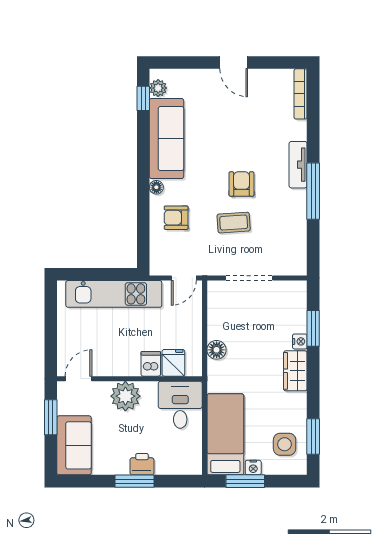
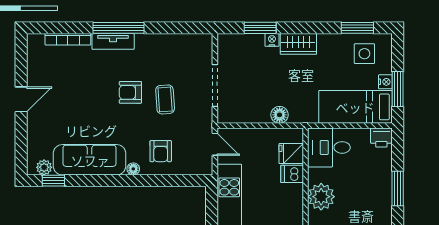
bookcase: (300, 94) -> (68, 39), moved
window: (313, 191) -> (119, 28), moved
printer: (142, 464) -> (381, 137), moved, turned -90

